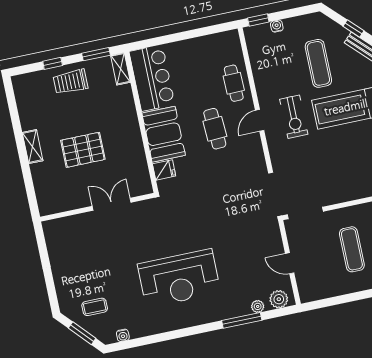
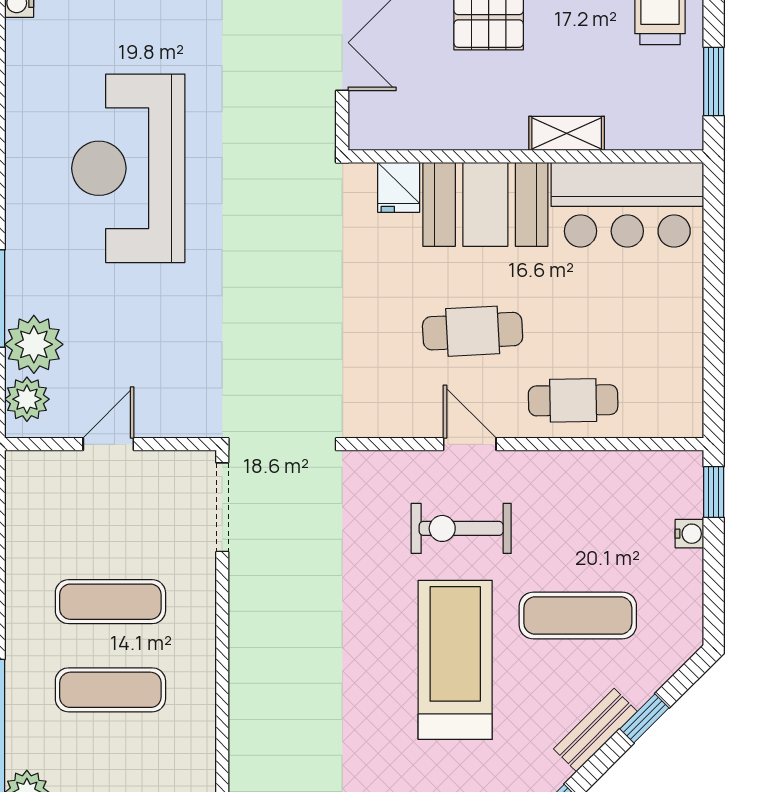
shelving: (121, 69) -> (567, 133), moved
plant: (258, 306) -> (34, 344), width x1.88, depth x1.88

